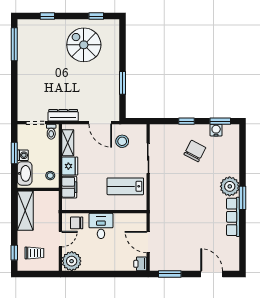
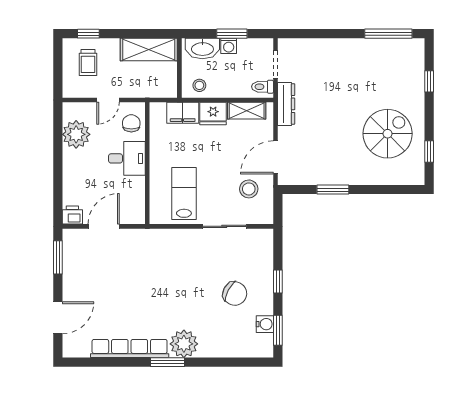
row of seats: (233, 217) -> (130, 348), width x1.36
door: (60, 239) -> (108, 100), hinge flipped
plant: (72, 261) -> (76, 134), moved

